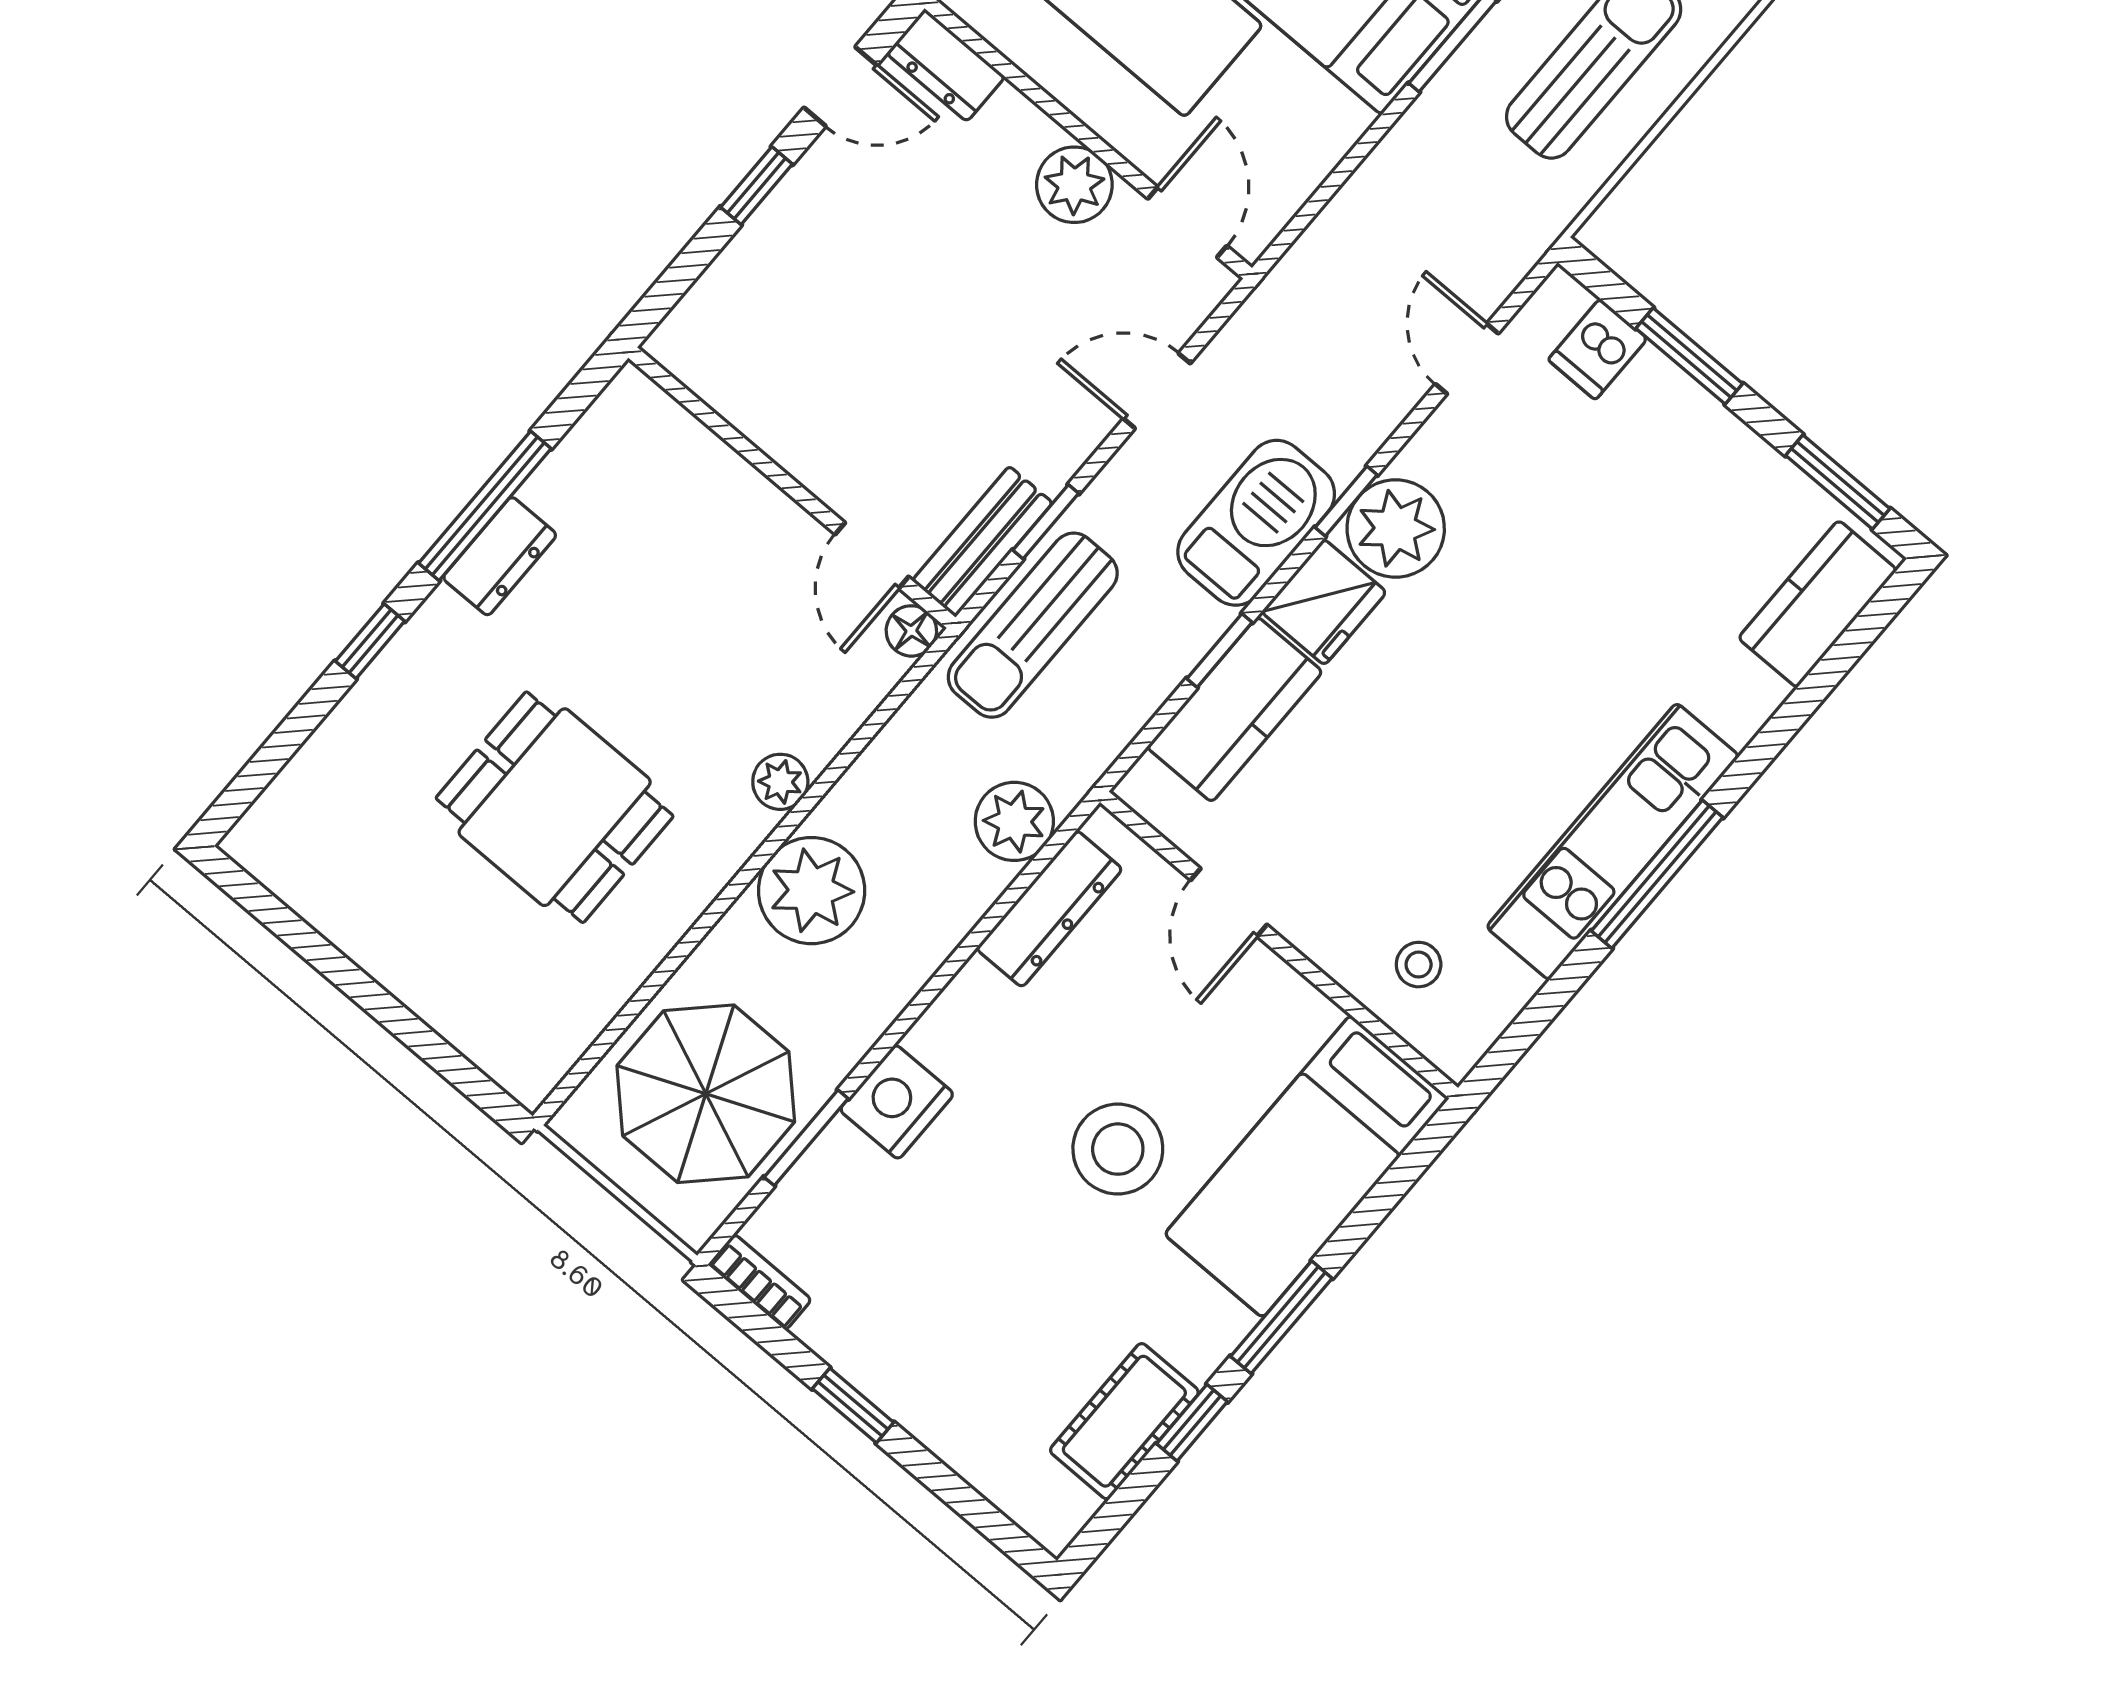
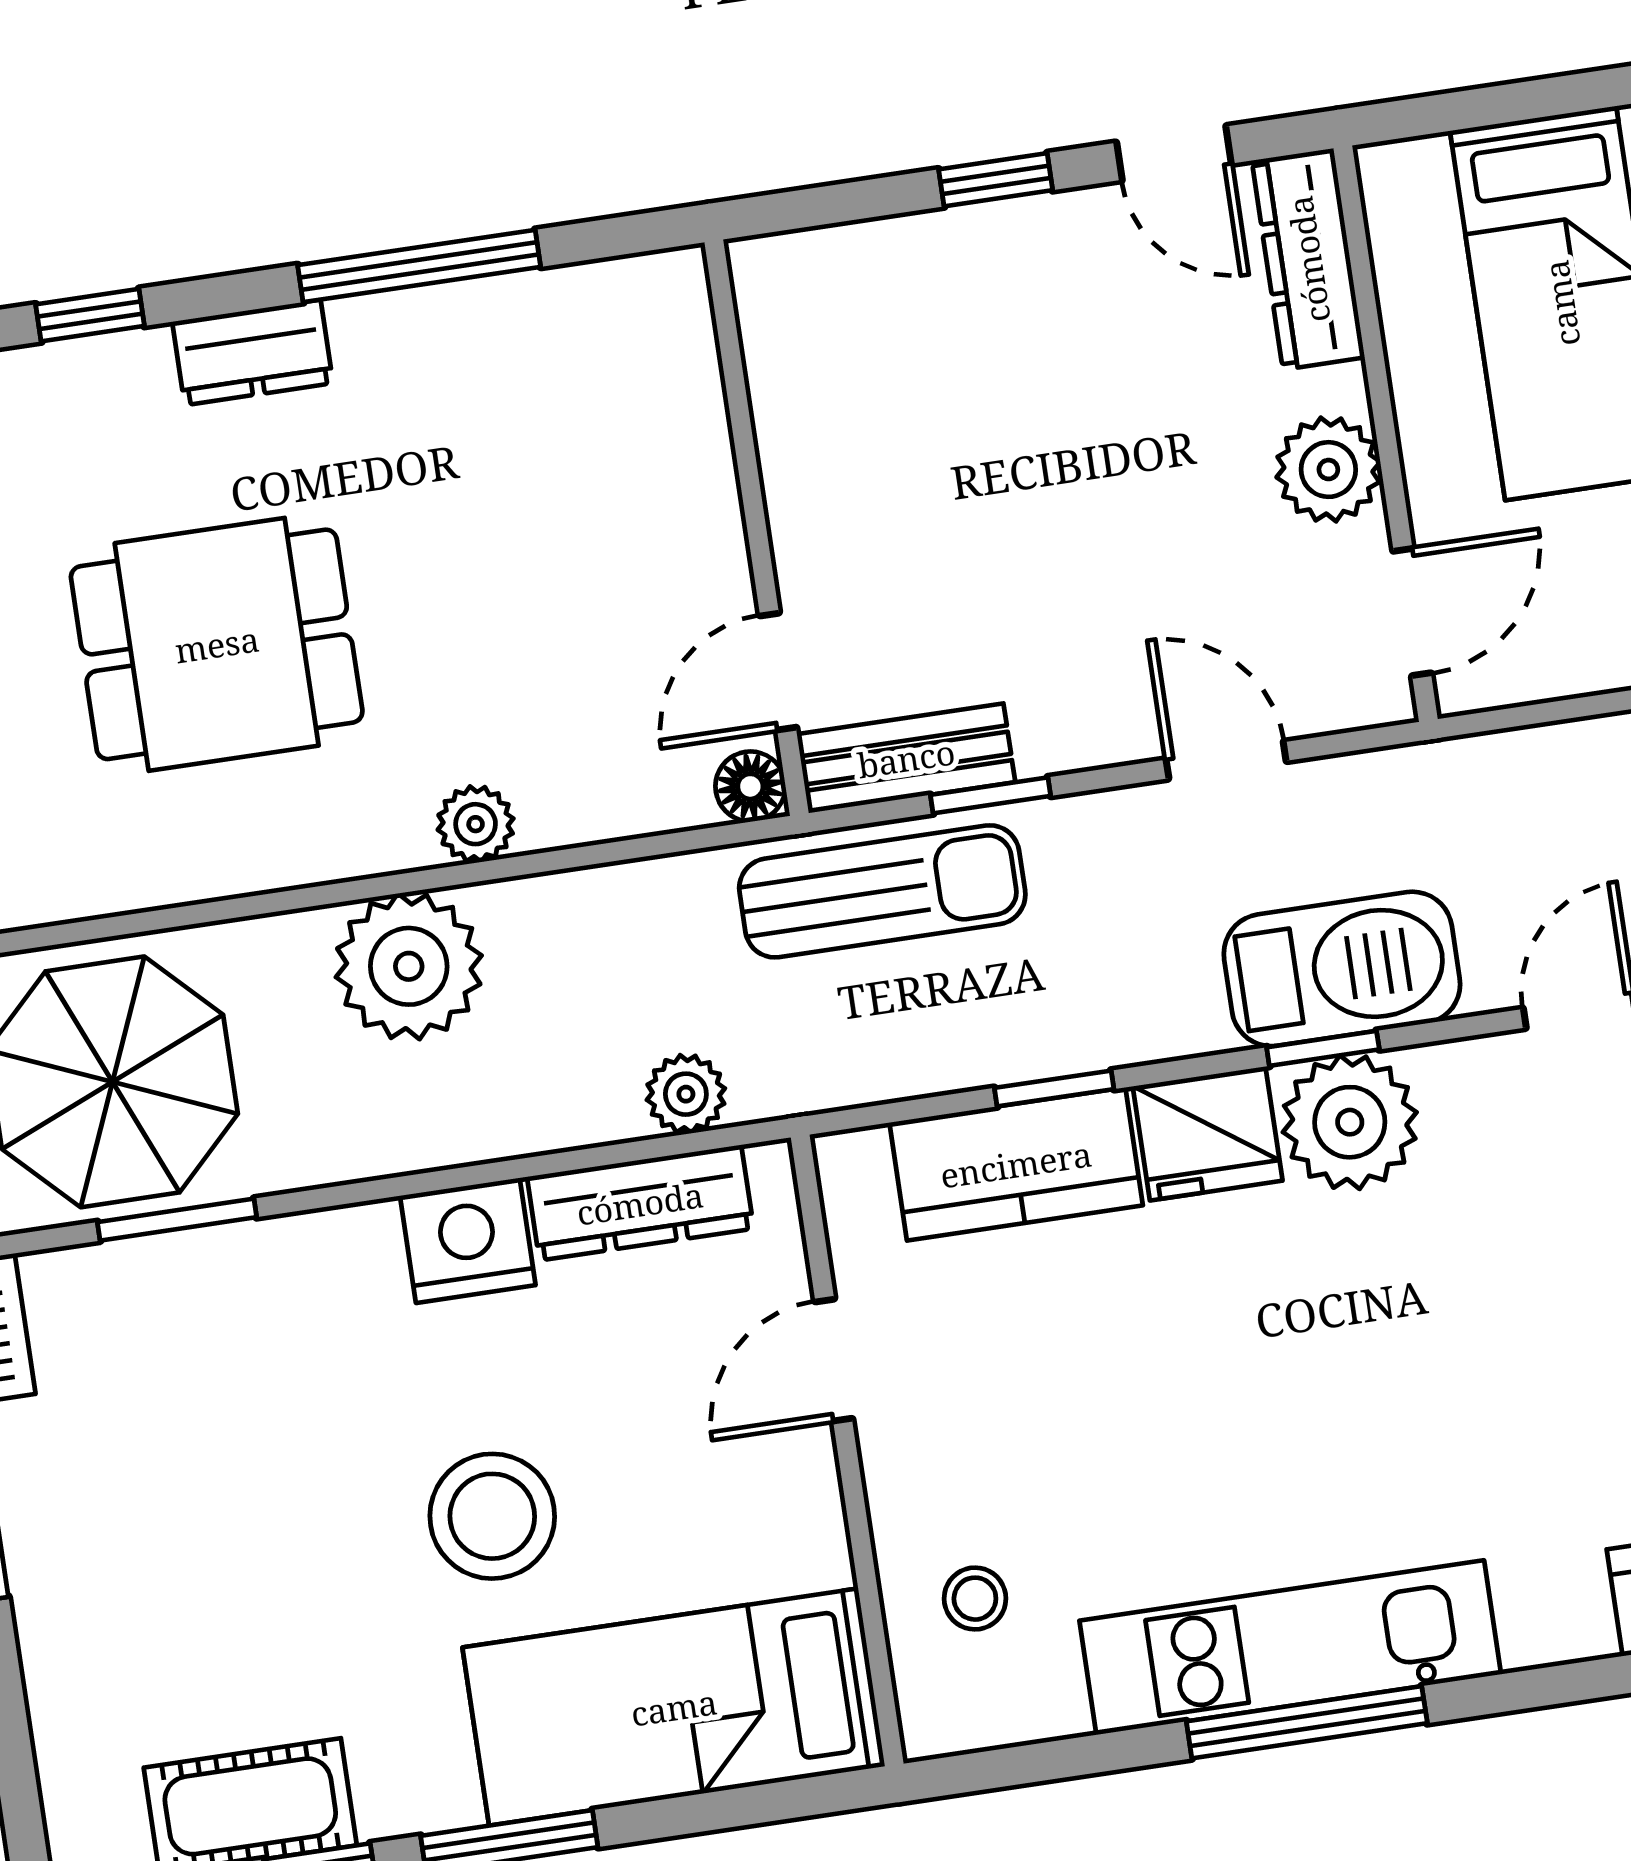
dresser: (946, 65) -> (1308, 259), width x1.44
barbecue: (1256, 523) -> (1342, 969), moved
dresser: (500, 556) -> (253, 352), moved
sun lounger: (1033, 625) -> (882, 891), turned 180
window: (370, 641) -> (90, 315), moved
dining table: (555, 807) -> (217, 644), turned 90
plant: (1014, 821) -> (686, 1094), width x0.73, depth x0.73
nightstand: (897, 1102) -> (468, 1240), moved

